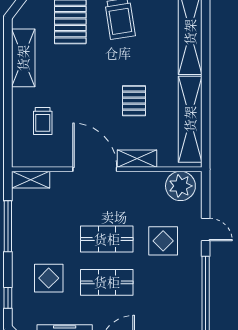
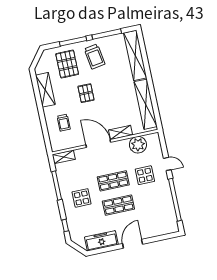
pallet: (134, 101) -> (86, 93), moved
plant: (180, 186) -> (138, 145), moved
display table: (49, 278) -> (82, 198), moved

